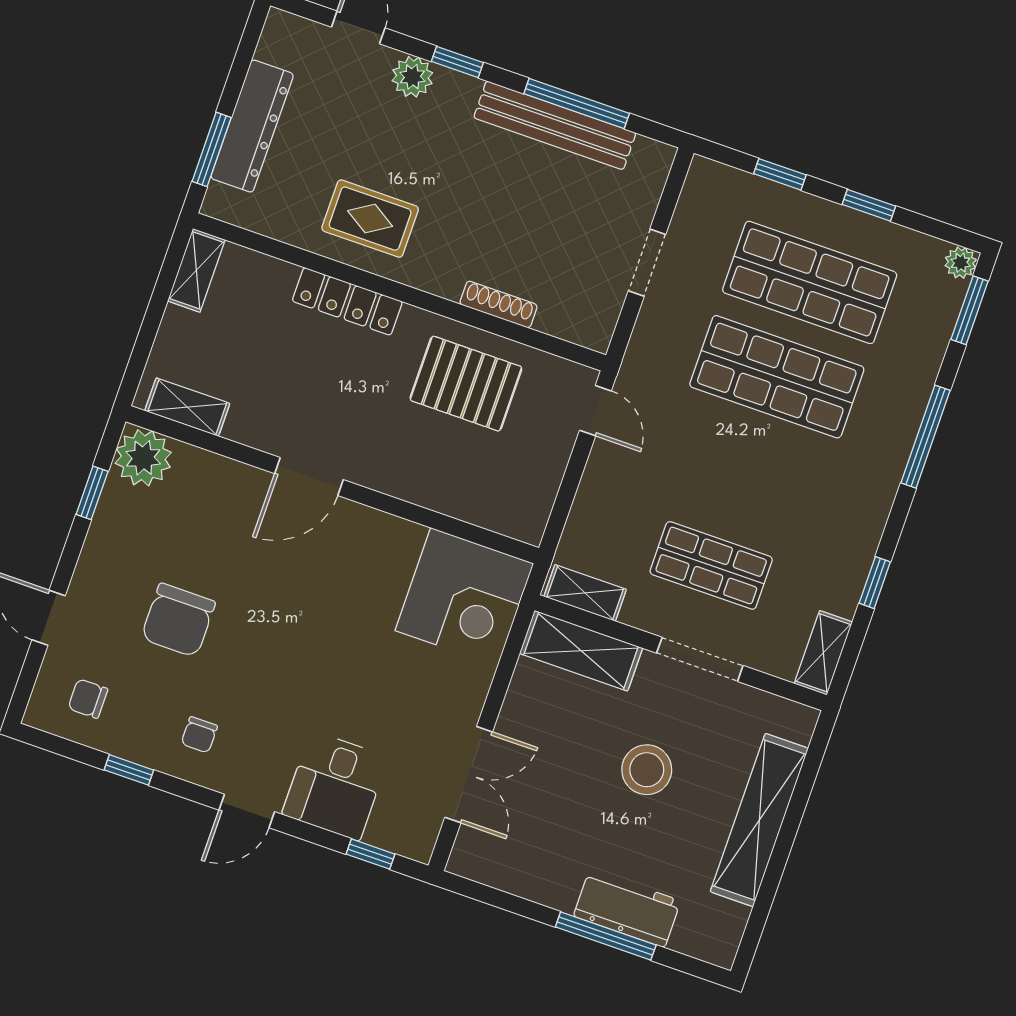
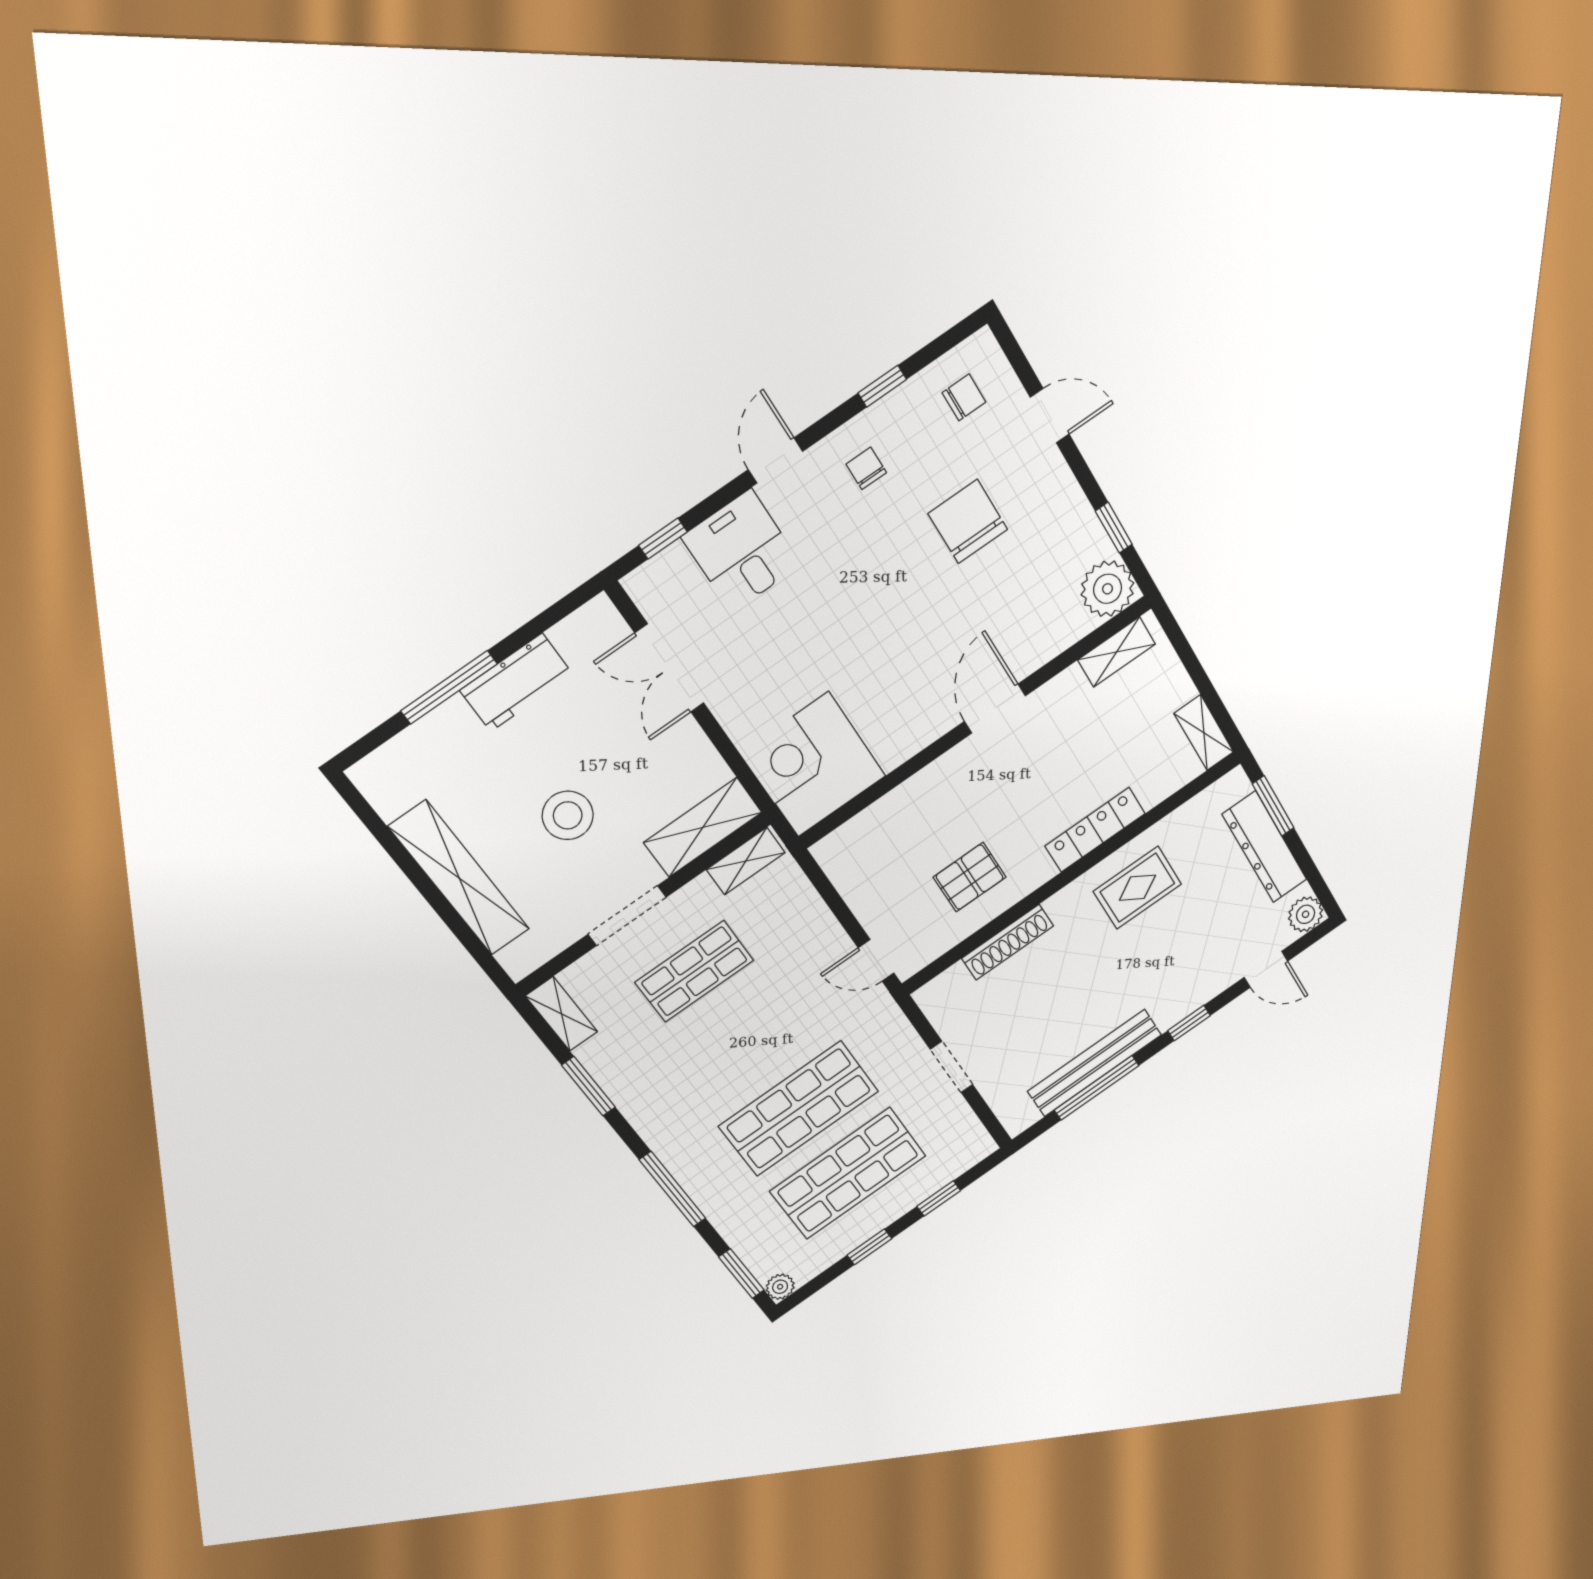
plant: (412, 77) -> (1306, 914), moved
shoe rack: (499, 304) -> (1008, 942), width x1.36, depth x1.24
pallet: (466, 384) -> (970, 877), width x0.67, depth x0.71
window: (875, 583) -> (589, 1086), width x1.50
workbench: (627, 908) -> (516, 682), moved

